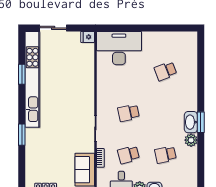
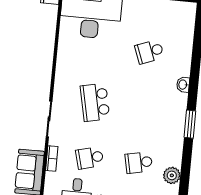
school desk: (129, 113) -> (95, 102), width x1.85
washbasin: (191, 122) -> (183, 85), moved, width x0.52, depth x0.69
plant: (191, 140) -> (172, 175), moved

